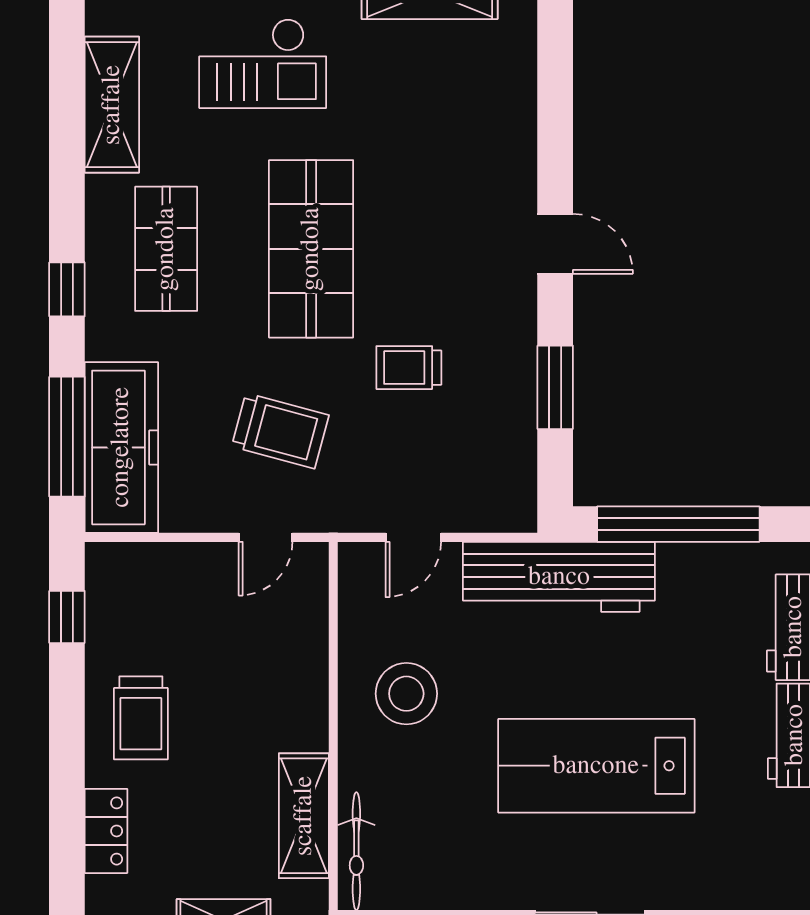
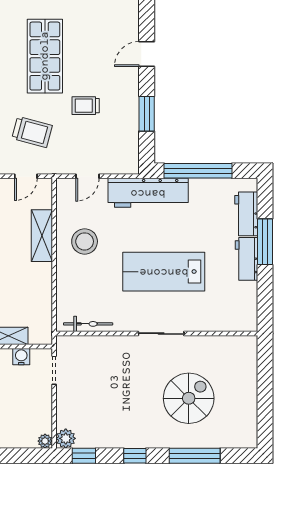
door: (555, 244) -> (147, 54), swing flipped
shelving: (304, 816) -> (42, 236), moved
bicycle: (356, 851) -> (88, 324), moved, turned -90

